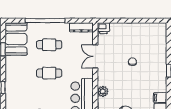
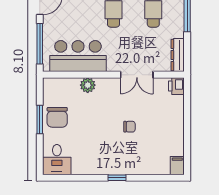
double door: (95, 56) -> (137, 75), swing flipped
filing cabinet: (160, 98) -> (177, 166), moved

